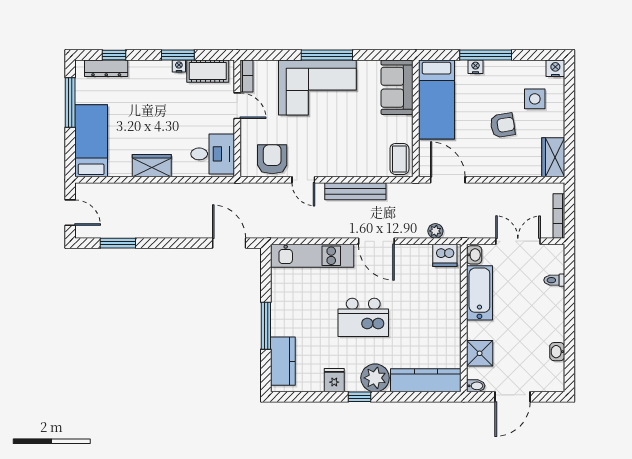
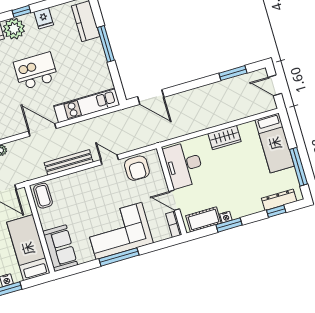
desk: (213, 154) -> (184, 165), width x1.37

